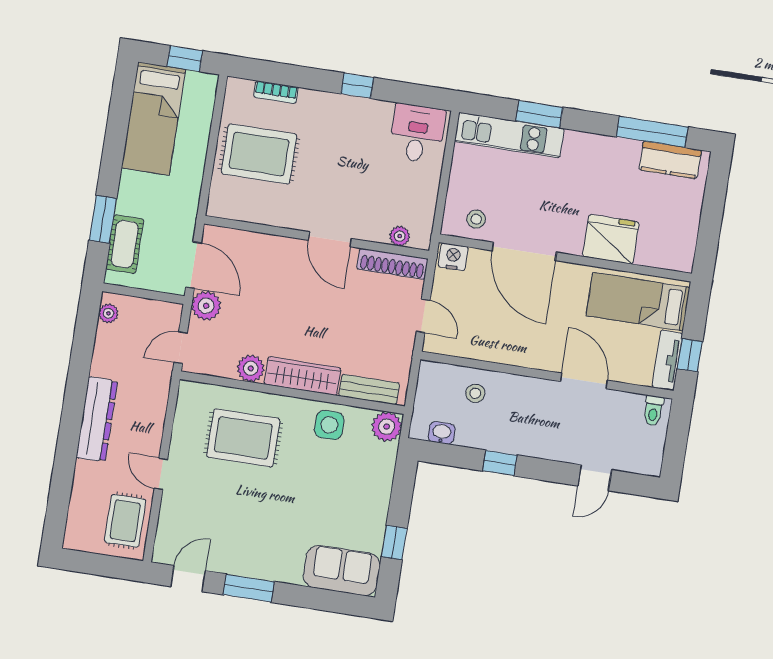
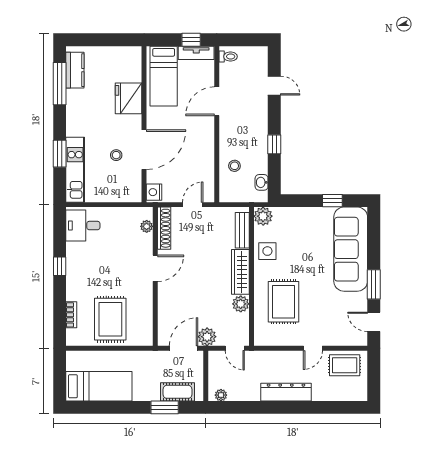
window: (185, 59) -> (60, 373), removed
stool: (476, 219) -> (116, 155), moved
sofa: (342, 570) -> (351, 249), width x1.85, depth x1.27

